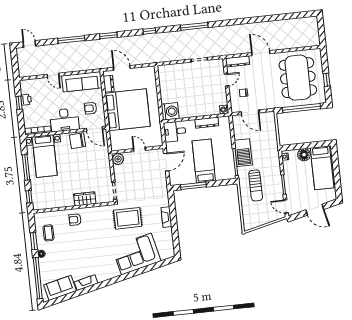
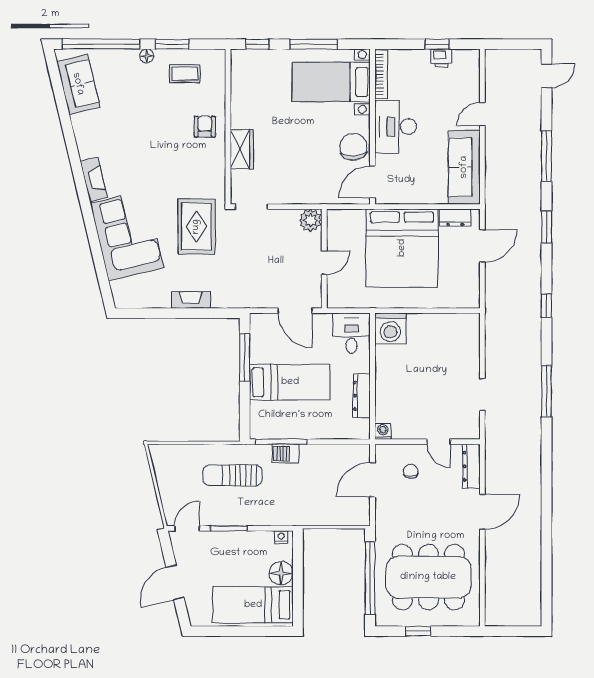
armchair: (91, 108) -> (412, 179), removed
barbecue: (243, 153) -> (286, 454), width x0.53, depth x0.65
fireplace: (86, 283) -> (94, 179), moved

